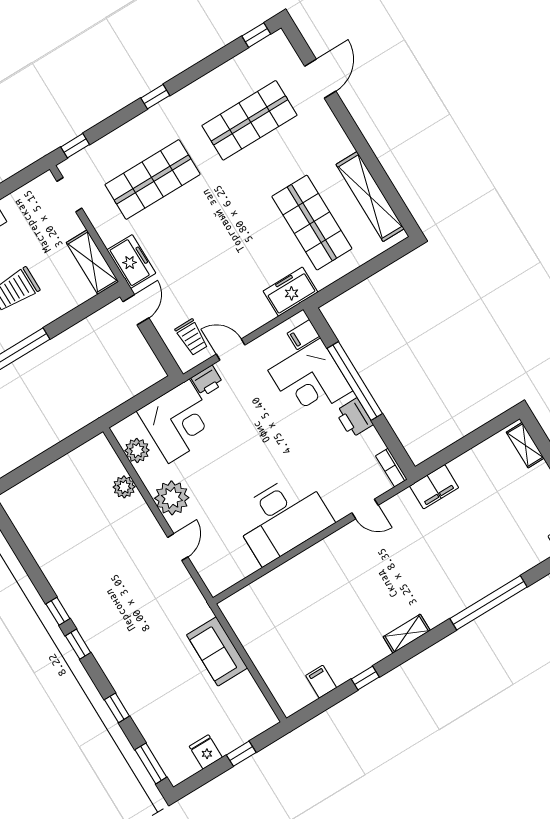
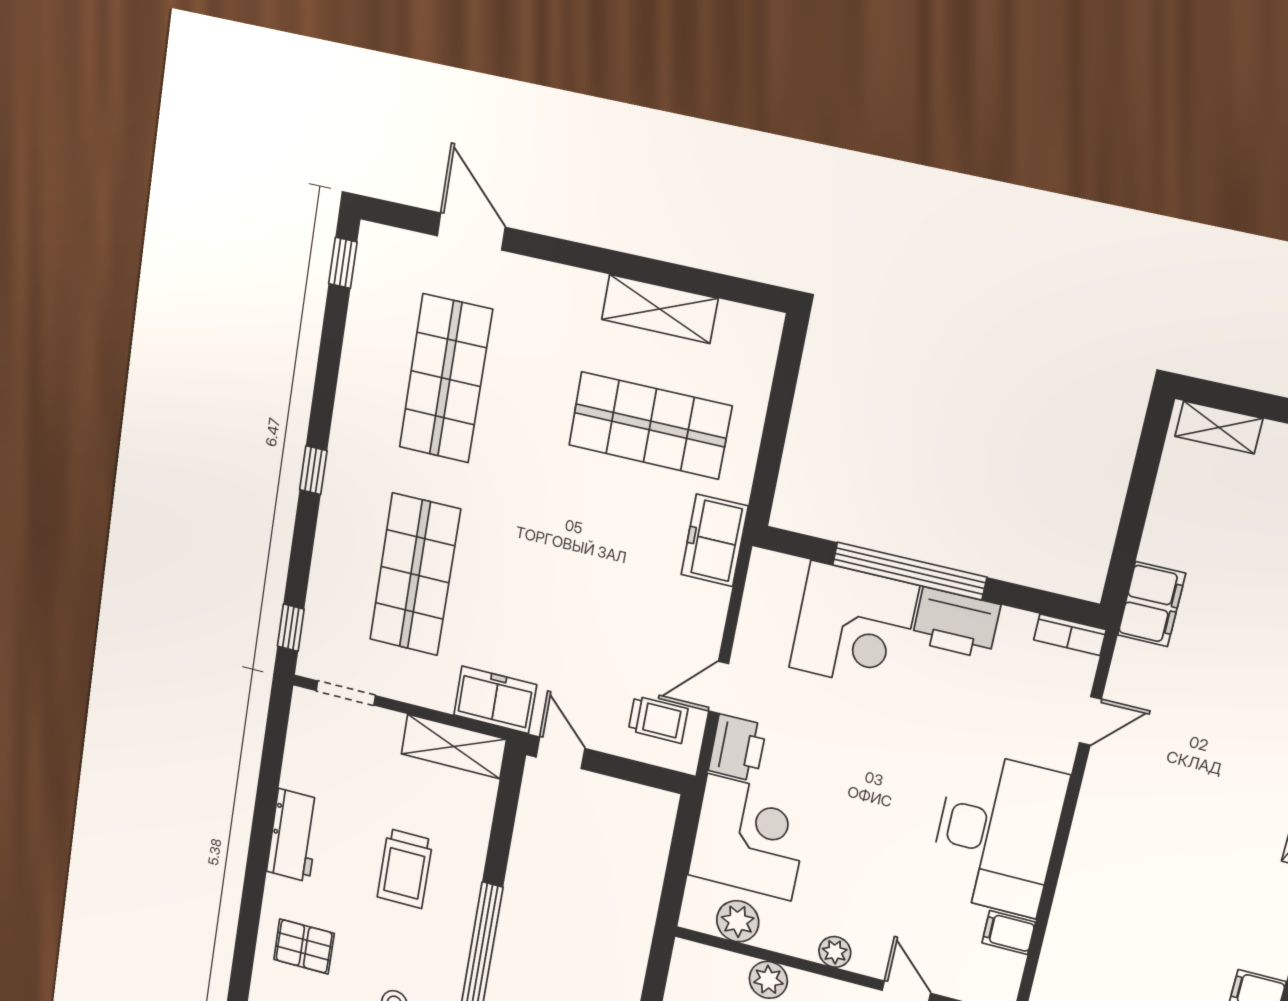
shelving: (370, 197) -> (660, 309), width x0.68
filing cabinet: (303, 335) -> (1009, 932), moved, turned 90
printer: (207, 381) -> (737, 748), width x1.36, depth x1.24
printer: (354, 418) -> (956, 623), width x1.37, depth x1.19
plant: (172, 498) -> (835, 952), width x0.53, depth x0.53

